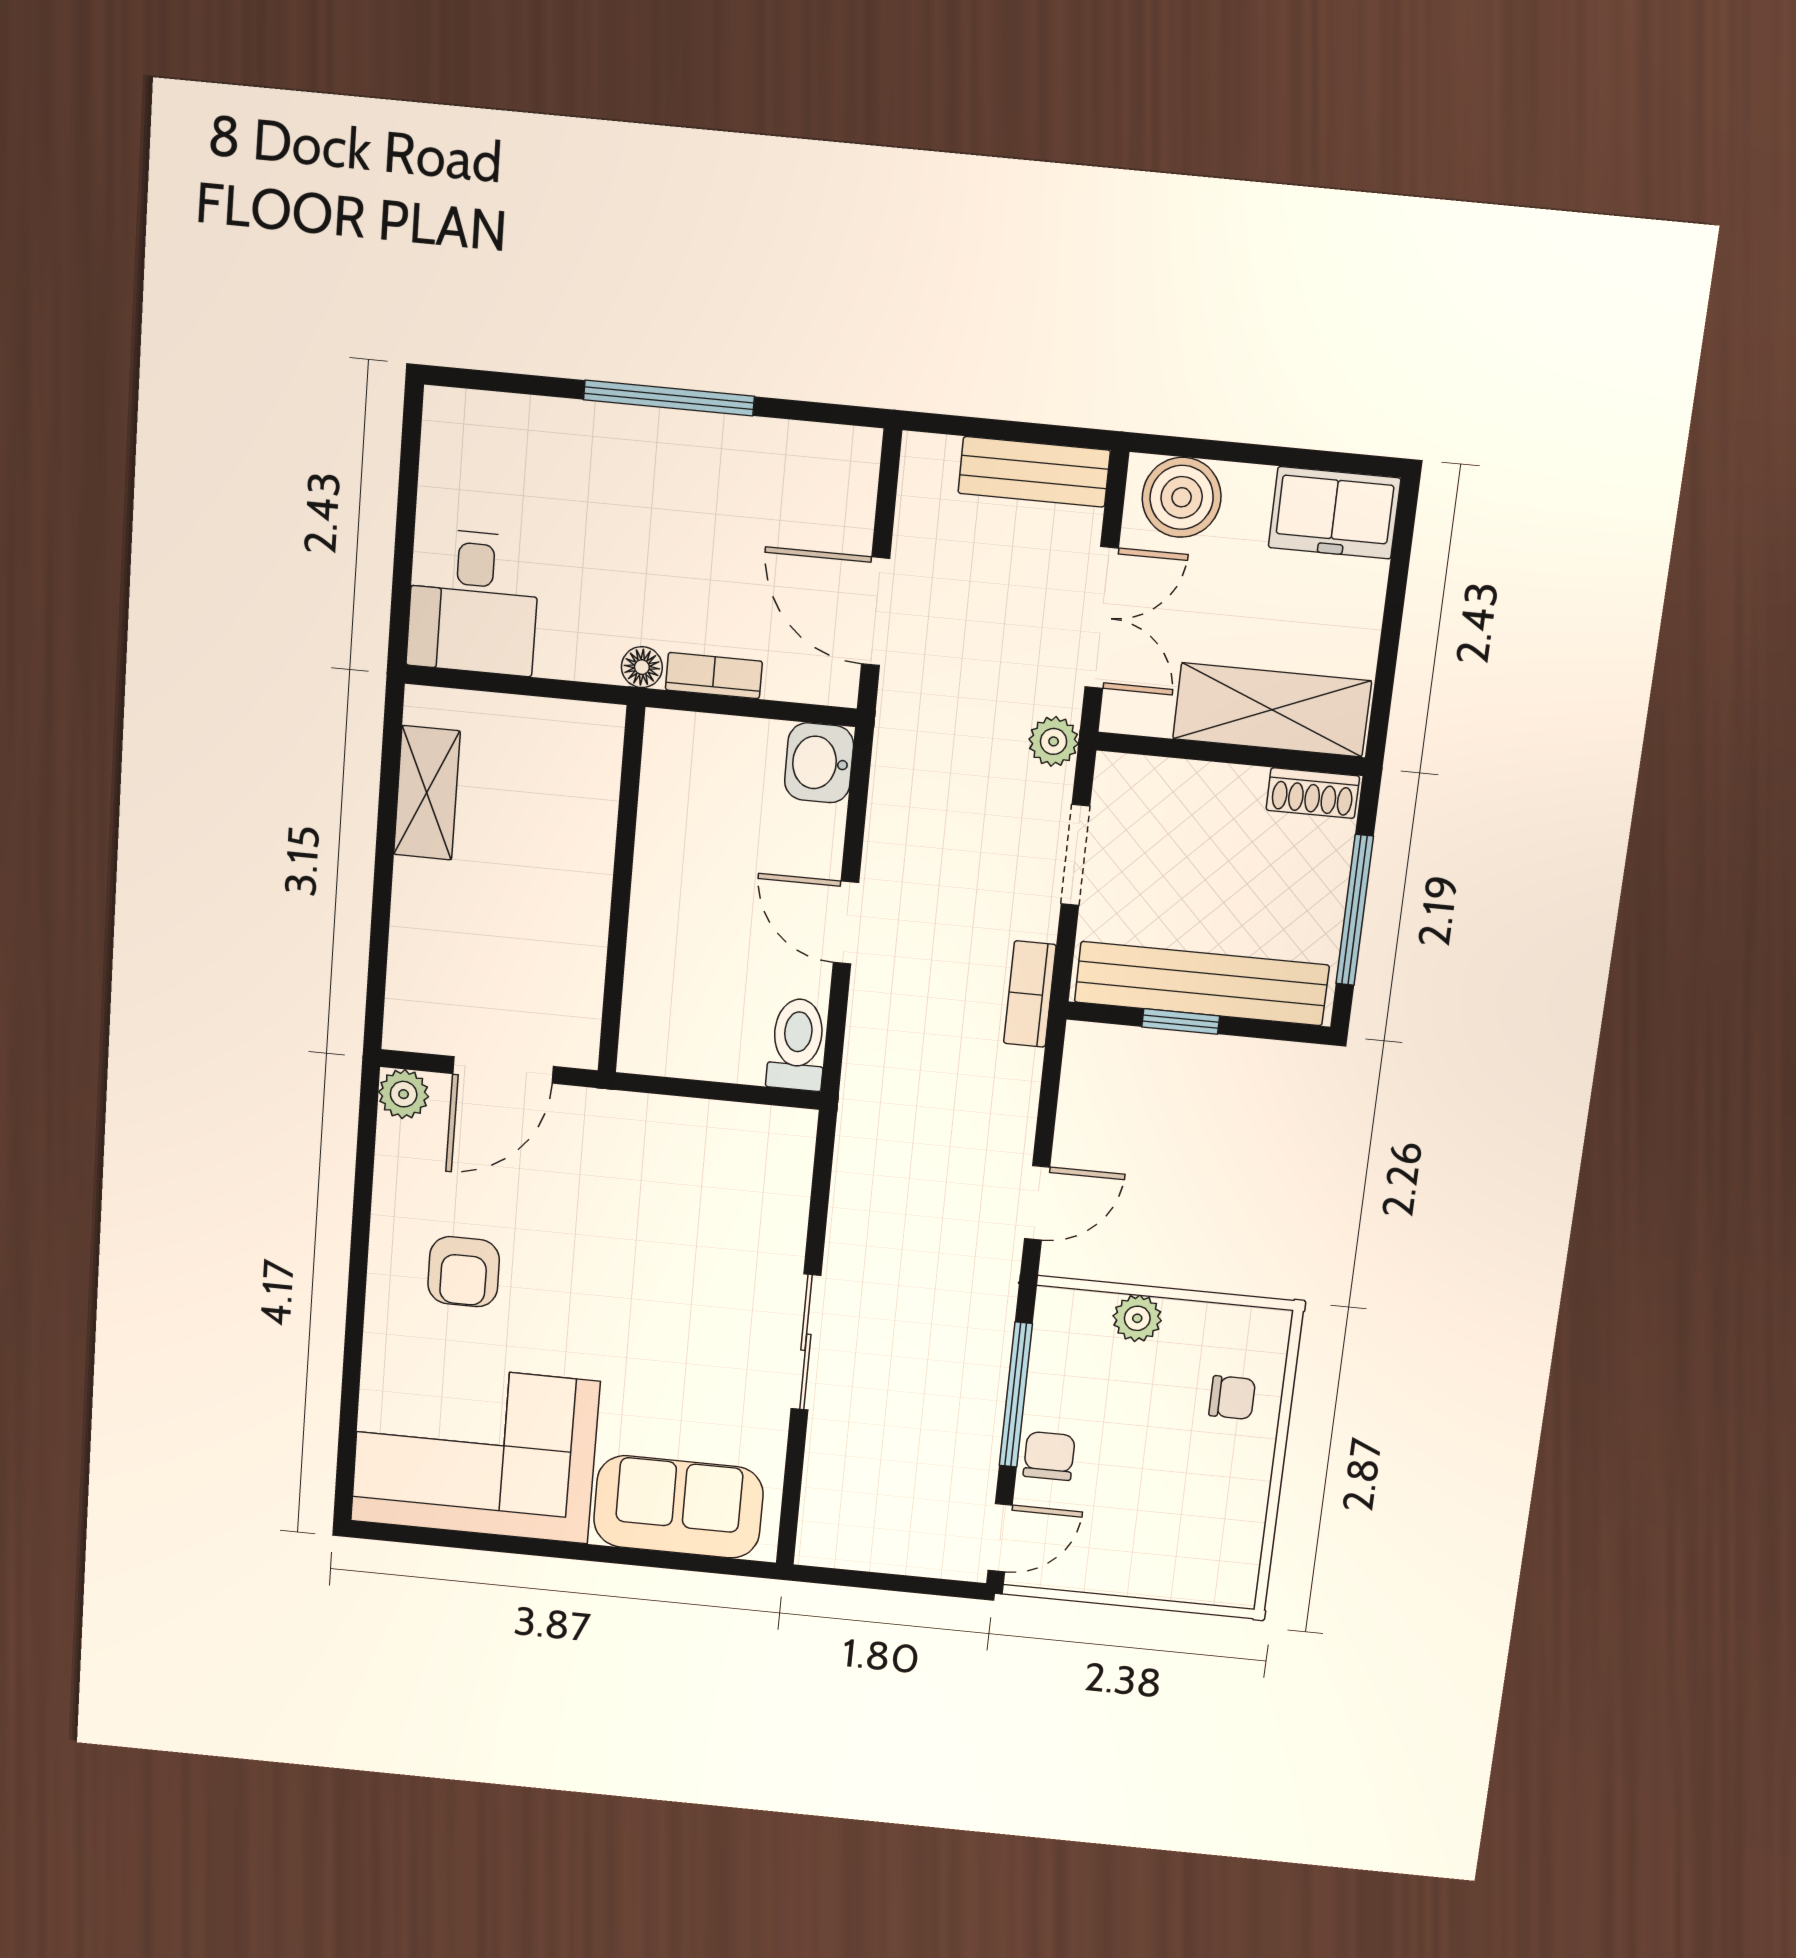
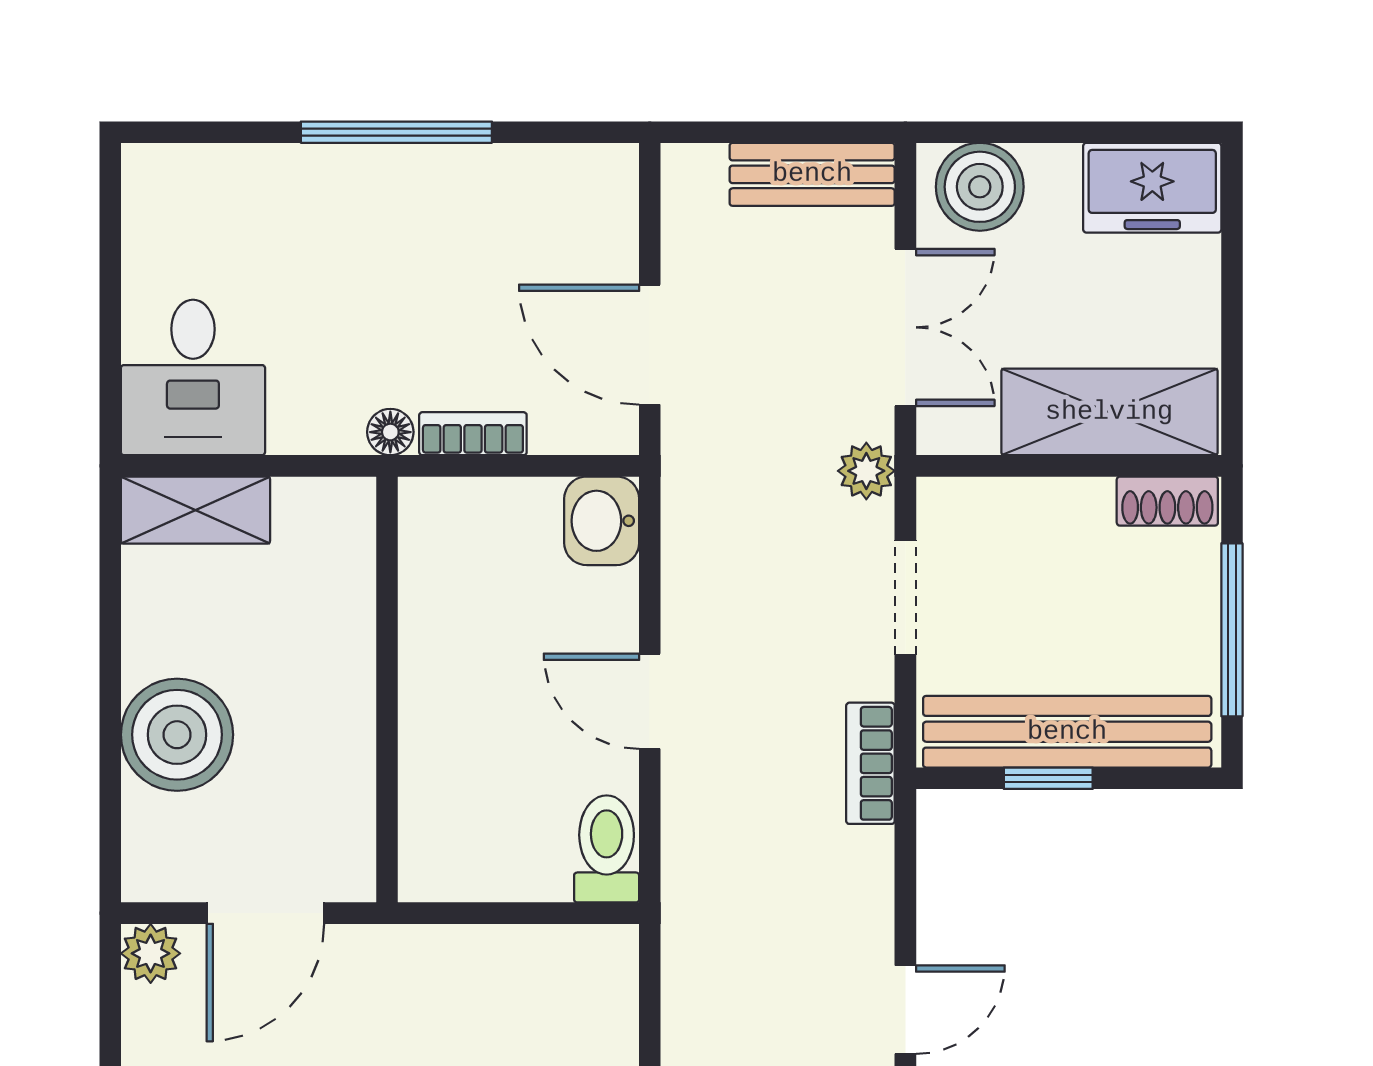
shelving: (427, 793) -> (195, 510), moved, turned 90
boiler: (438, 912) -> (177, 735), added

